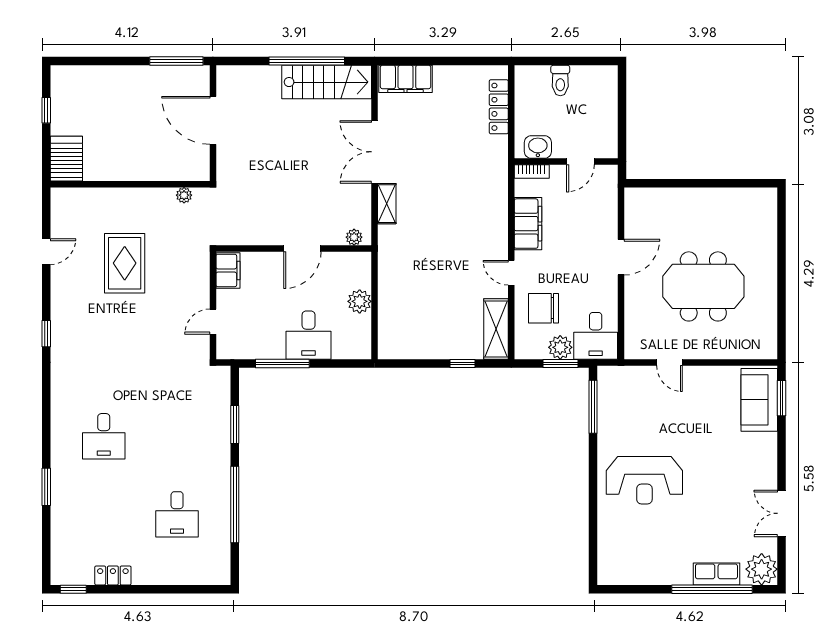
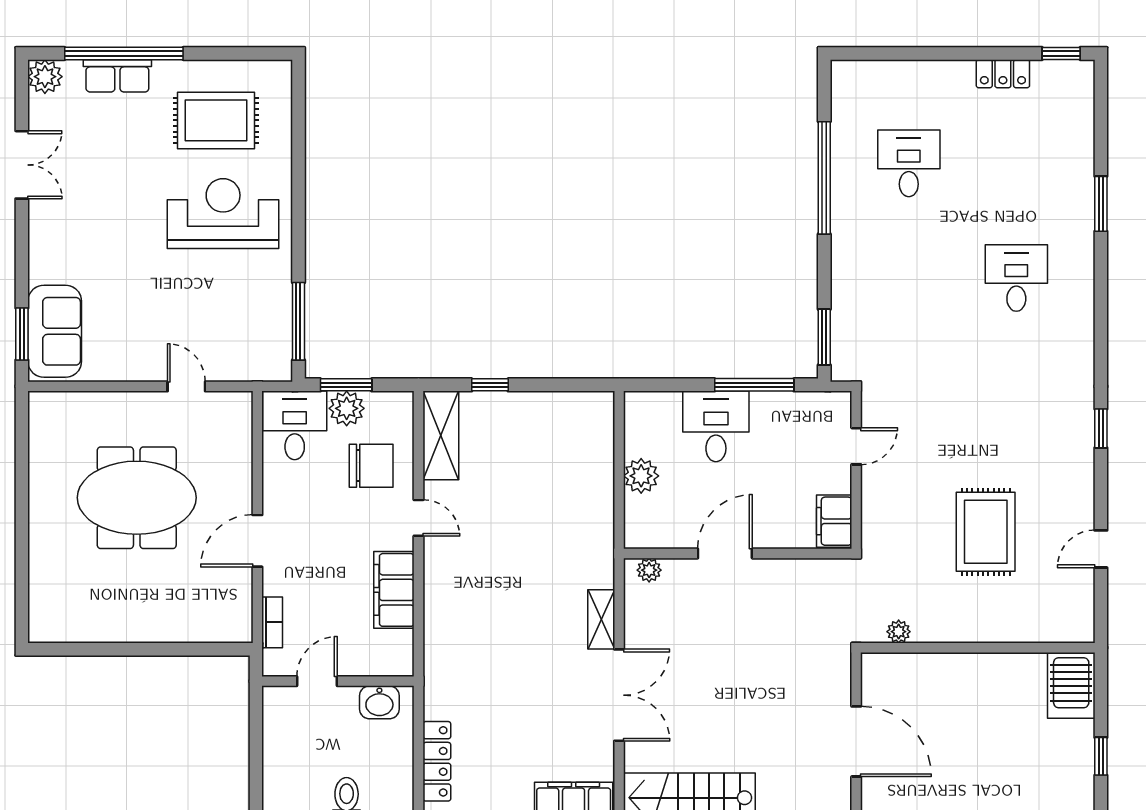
bookcase: (532, 171) -> (272, 622), moved, turned 90
window: (235, 425) -> (824, 337), moved
rug: (649, 544) -> (216, 120), added
plant: (762, 569) -> (45, 77), width x0.73, depth x0.73

